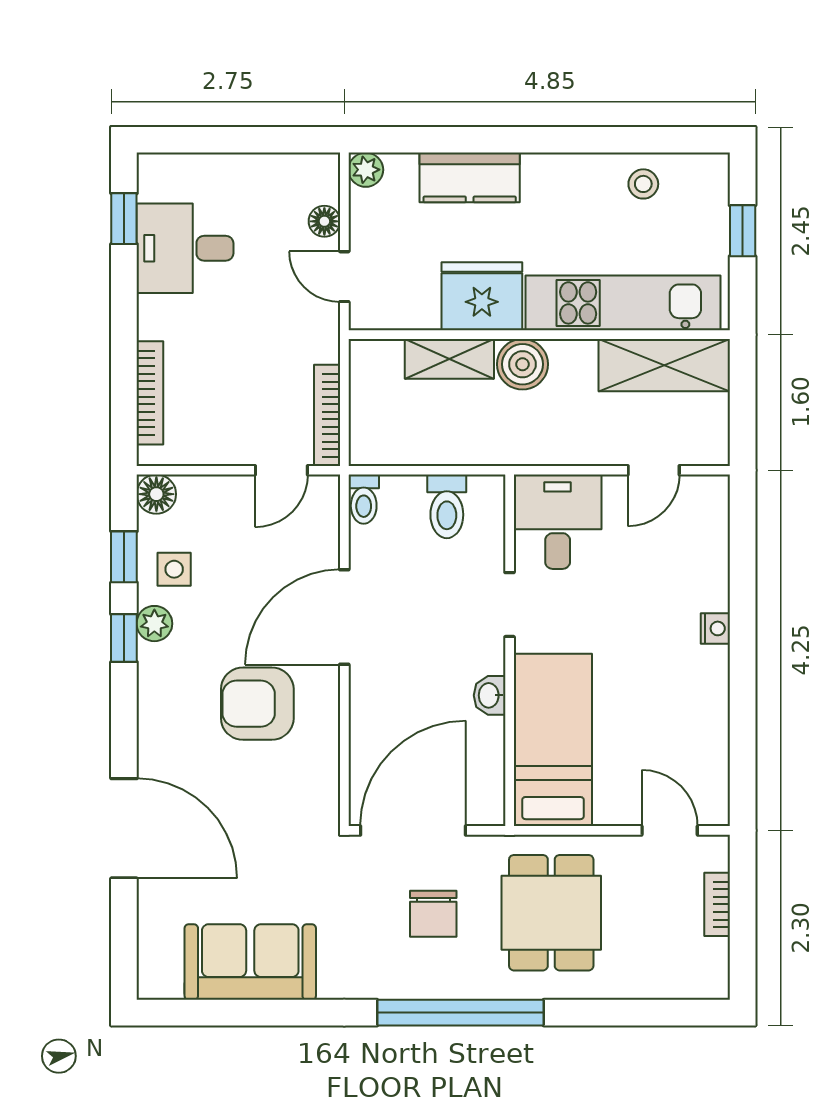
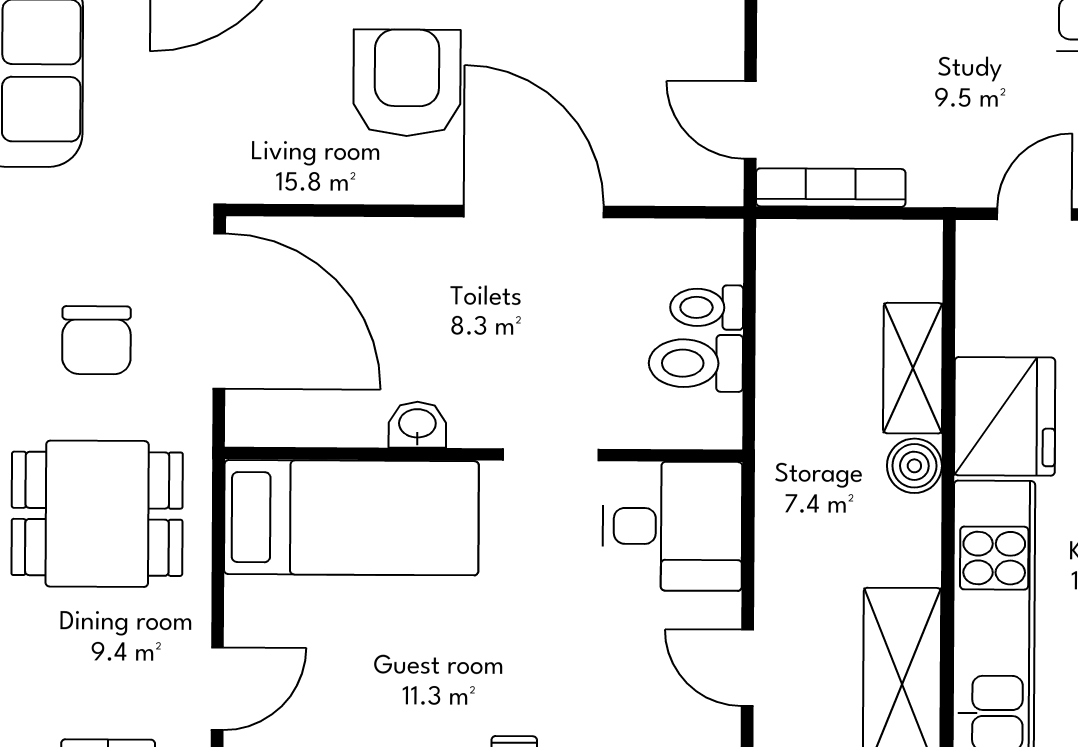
boiler: (522, 364) -> (914, 466), width x0.73, depth x0.73
toilet: (364, 499) -> (707, 307), moved
chair: (433, 914) -> (96, 340), turned -90

